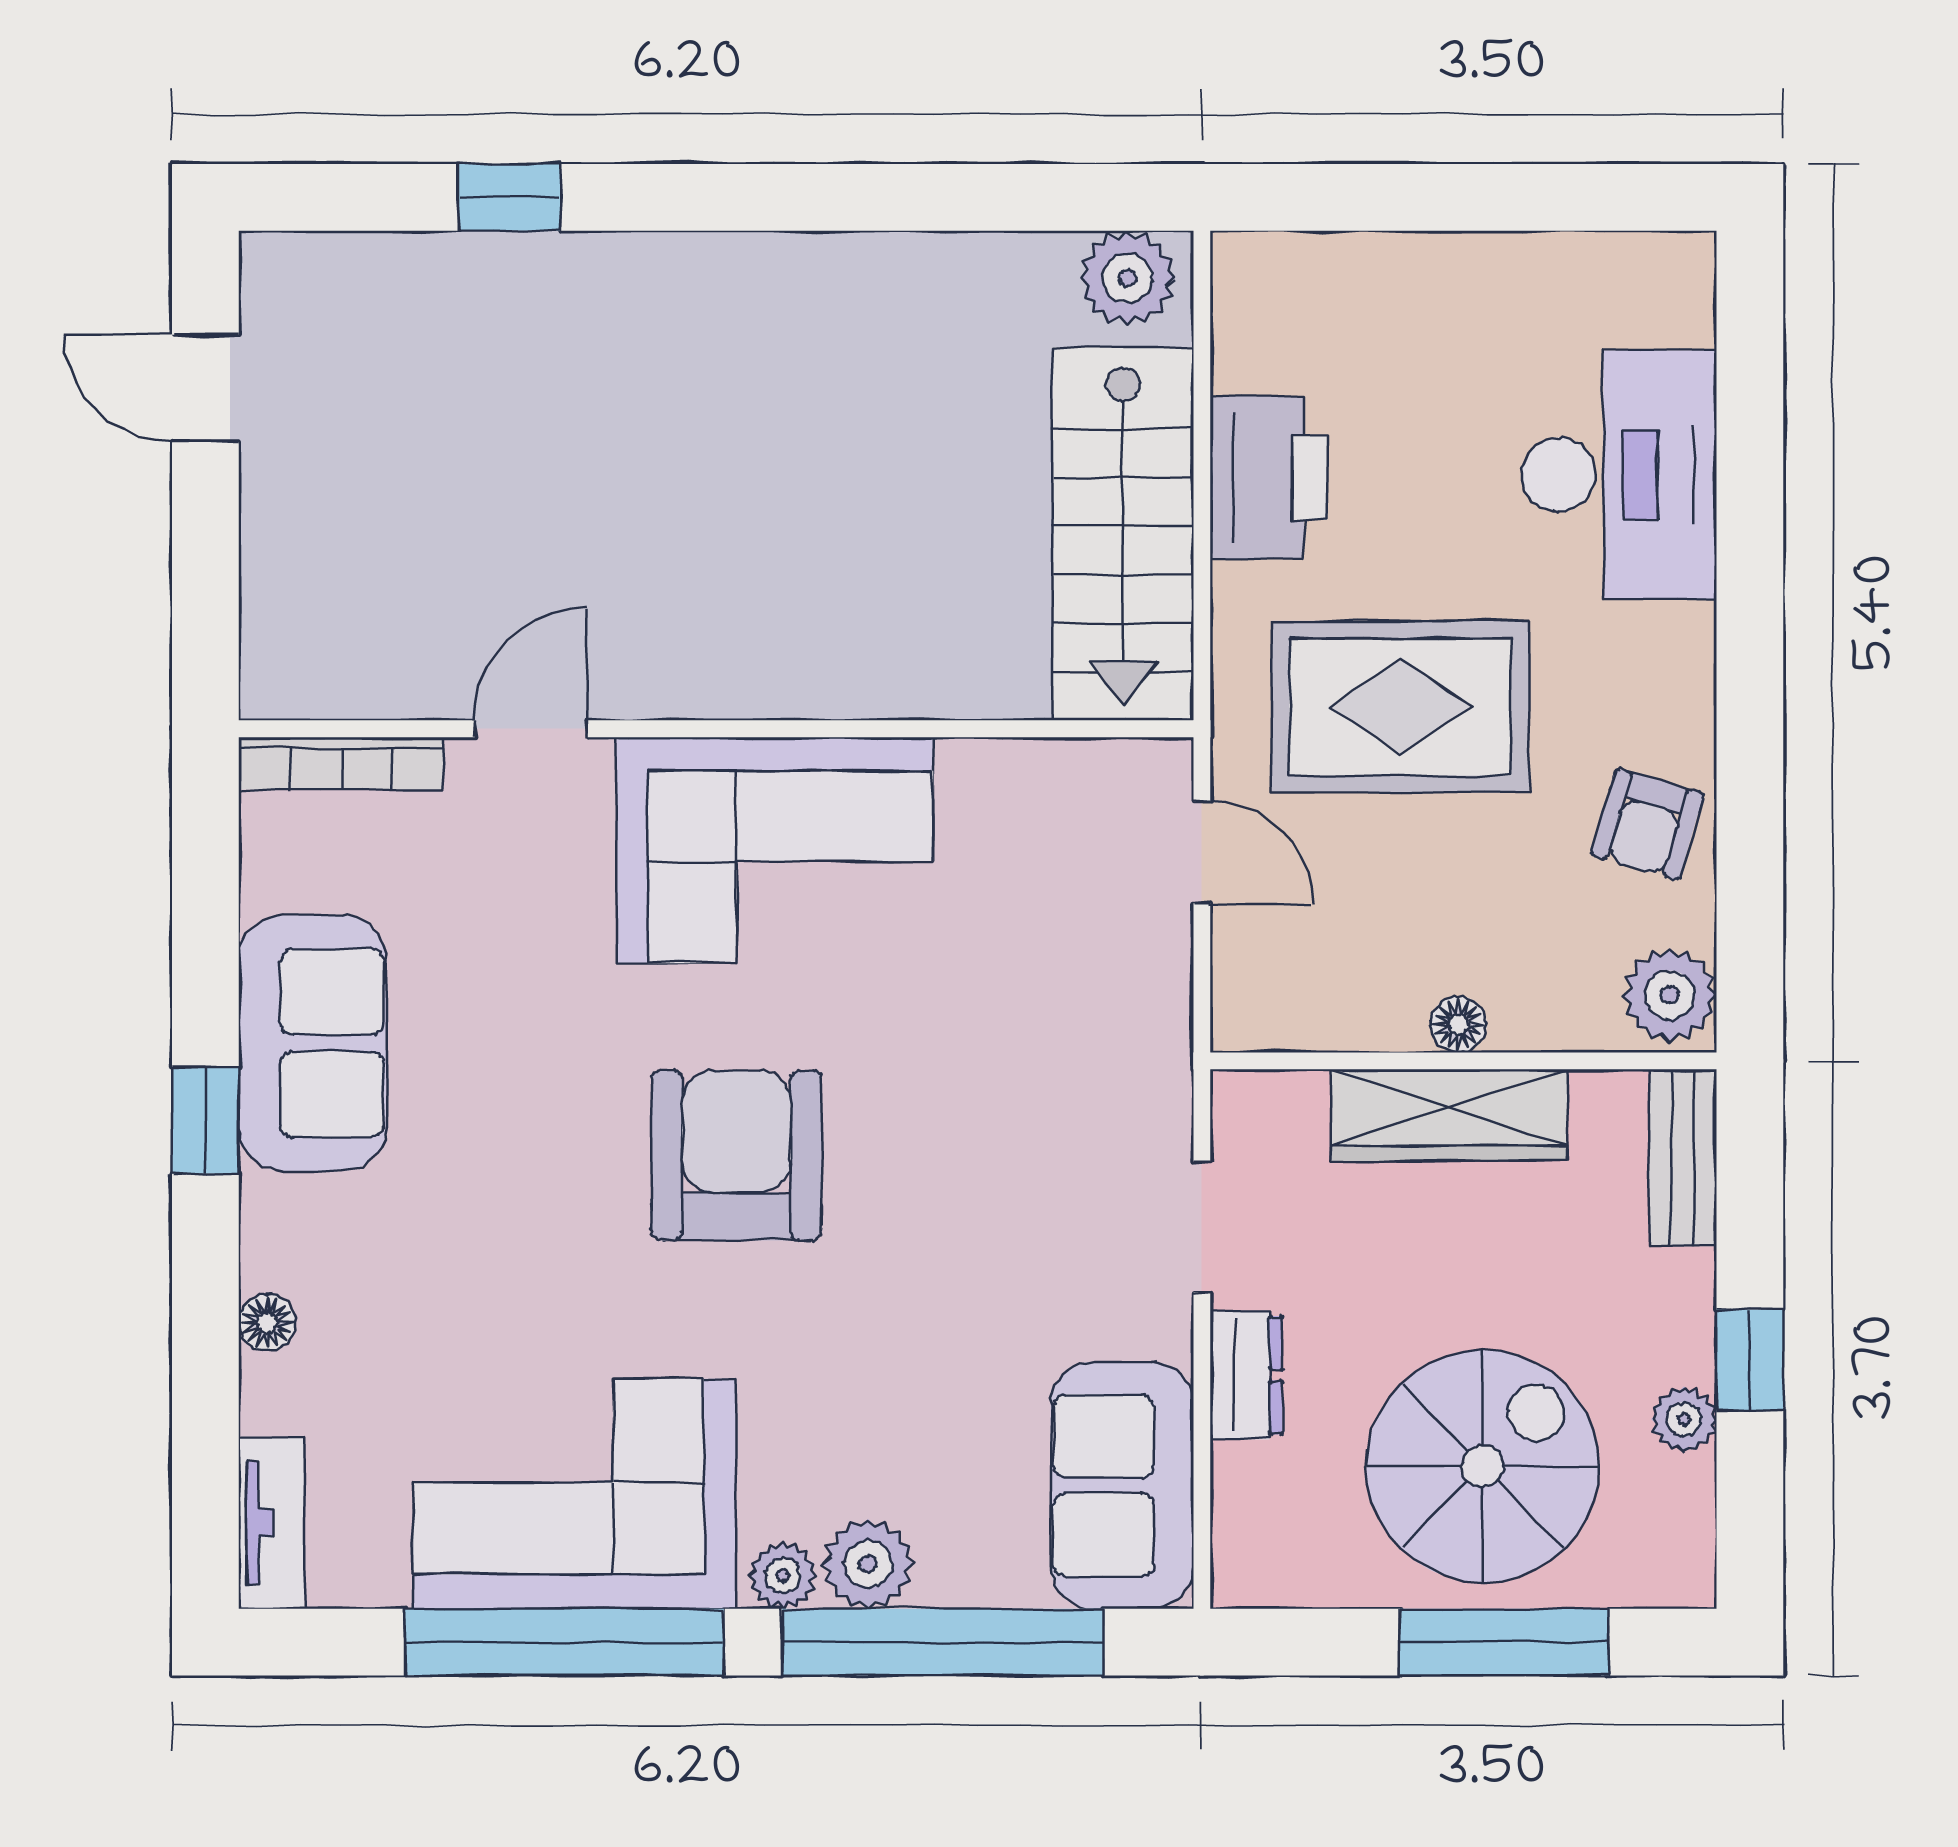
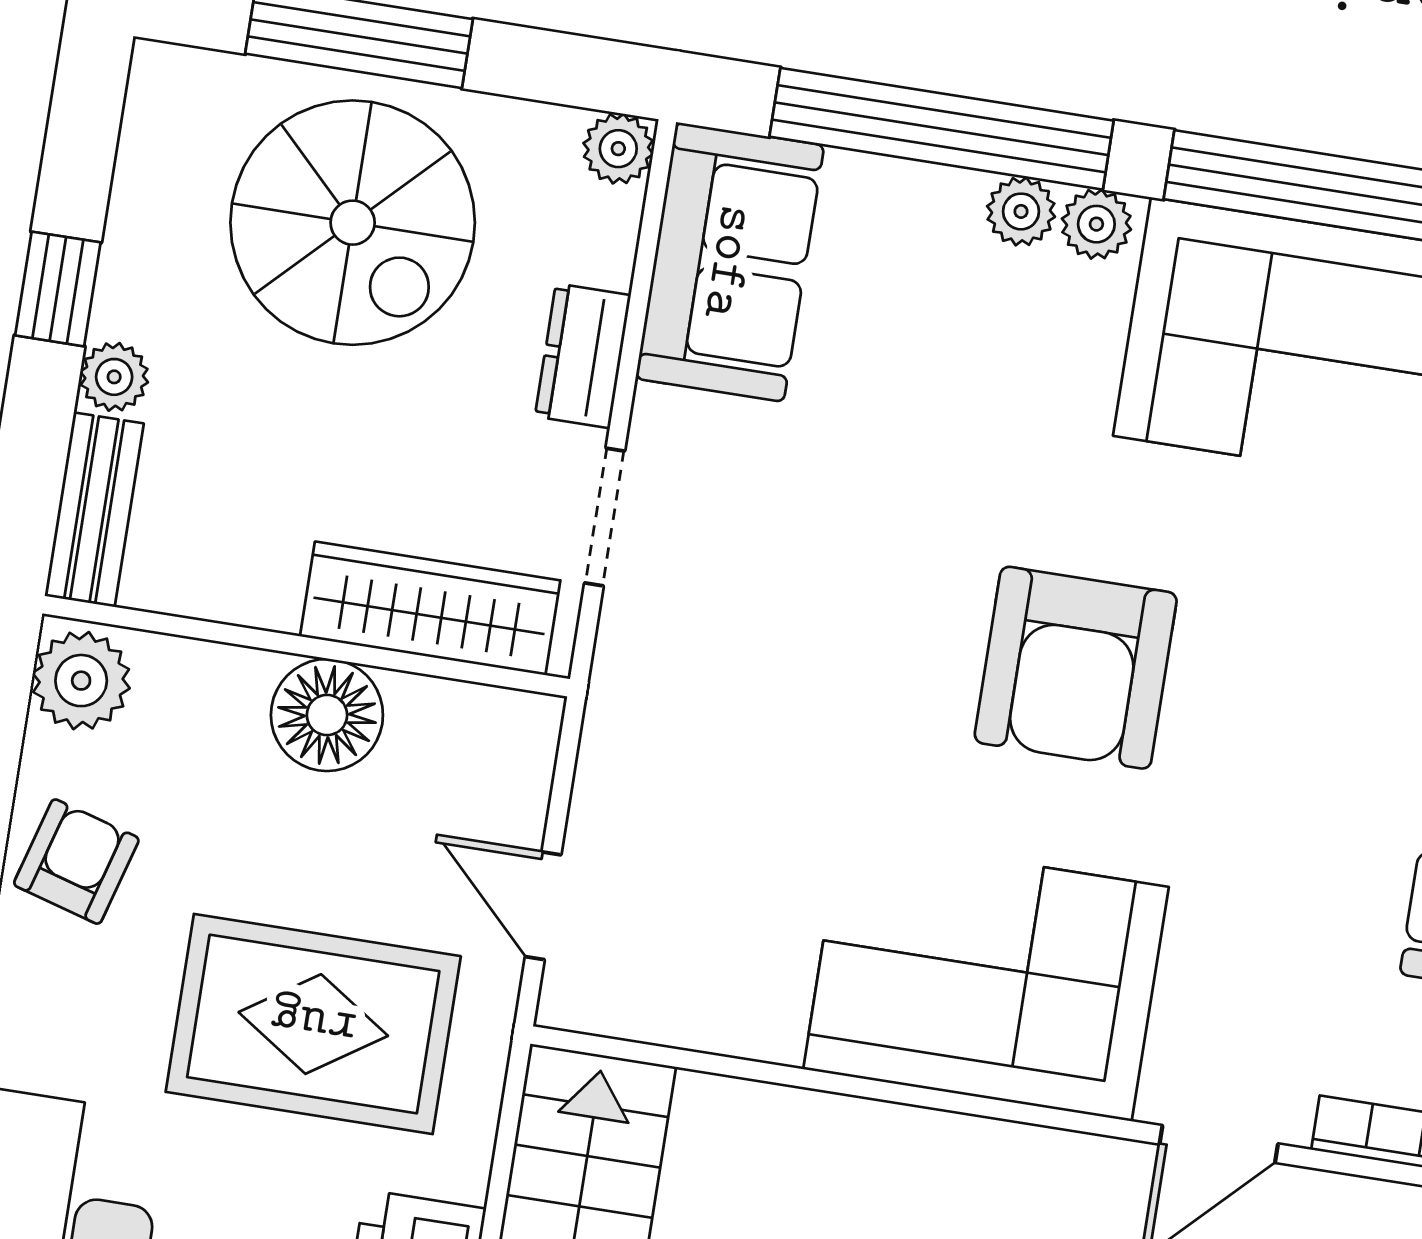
floor lamp: (1459, 1024) -> (327, 715), width x1.89, depth x1.89
wardrobe: (1449, 1115) -> (430, 608), moved
plant: (1684, 1419) -> (114, 377), moved
spiral stairs: (1483, 1466) -> (353, 223), turned -90
plant: (868, 1564) -> (1021, 211), width x0.73, depth x0.73
plant: (1244, 1575) -> (618, 149), added

